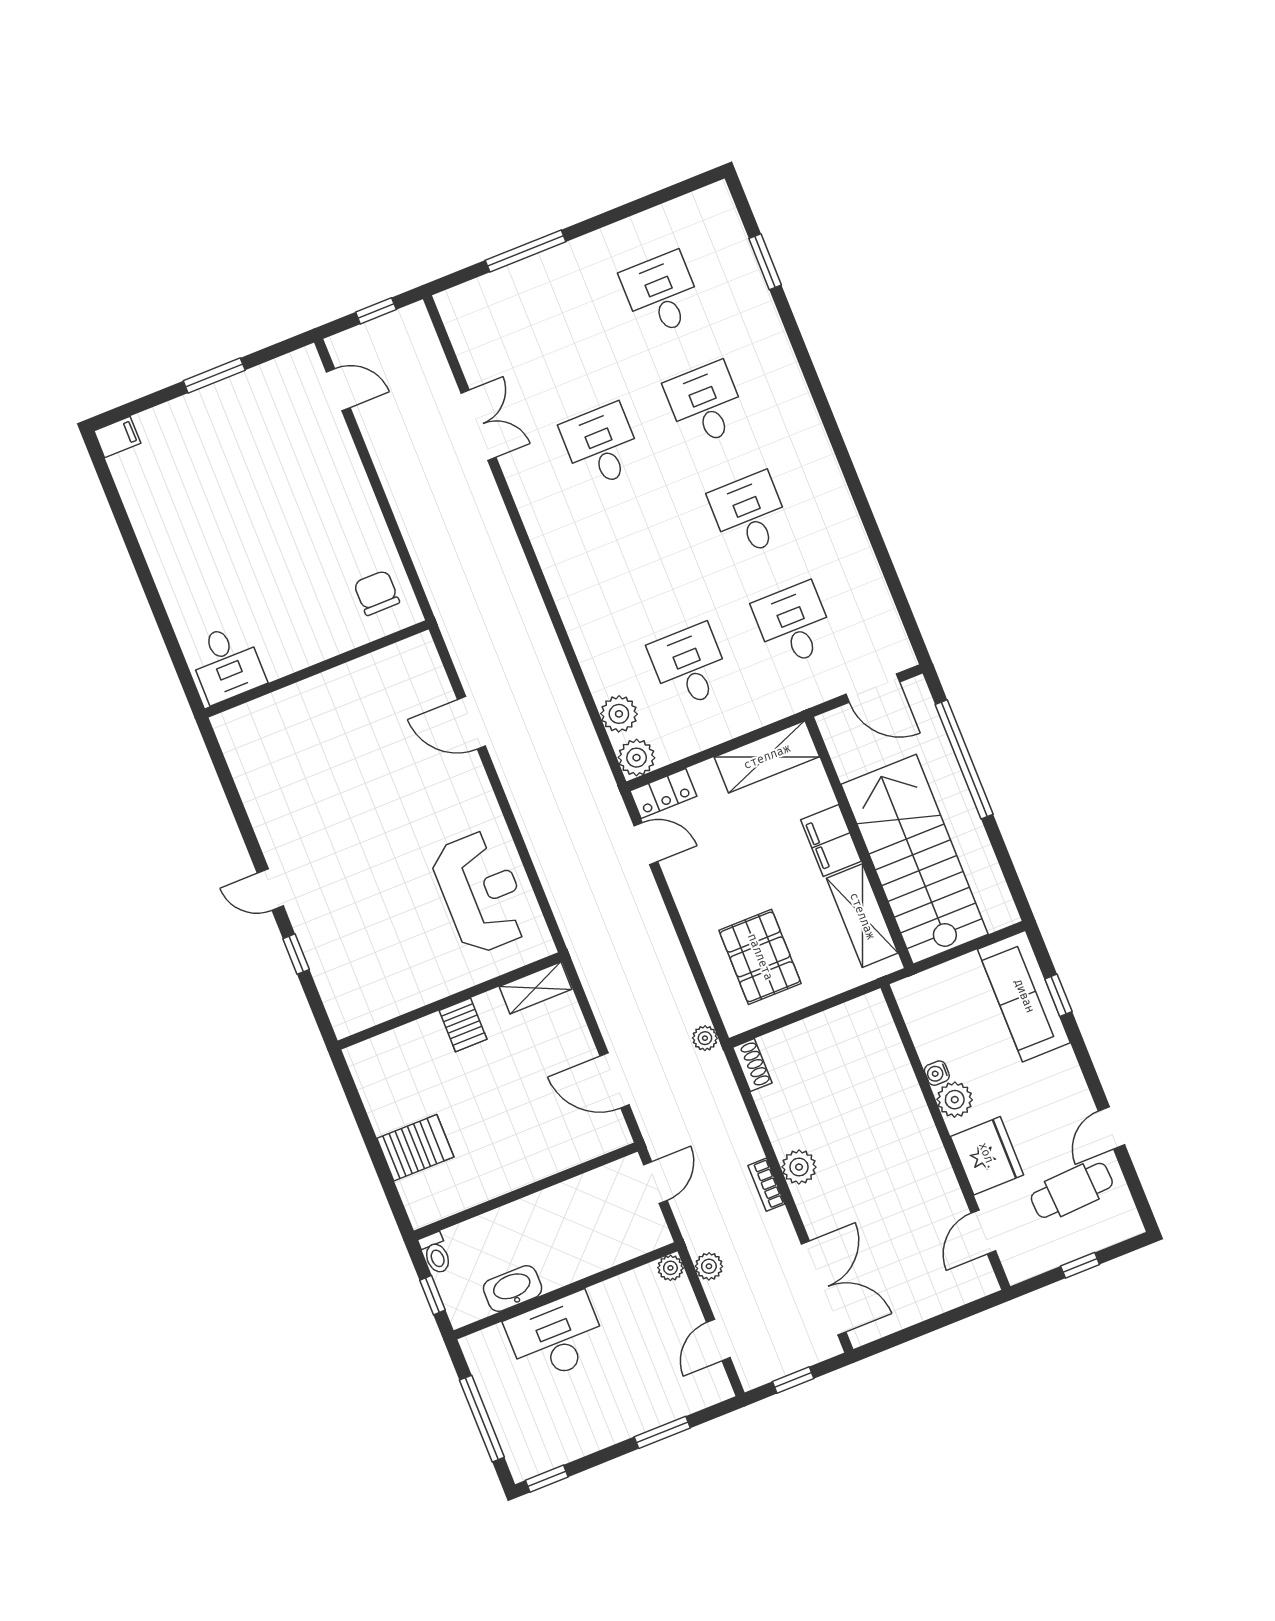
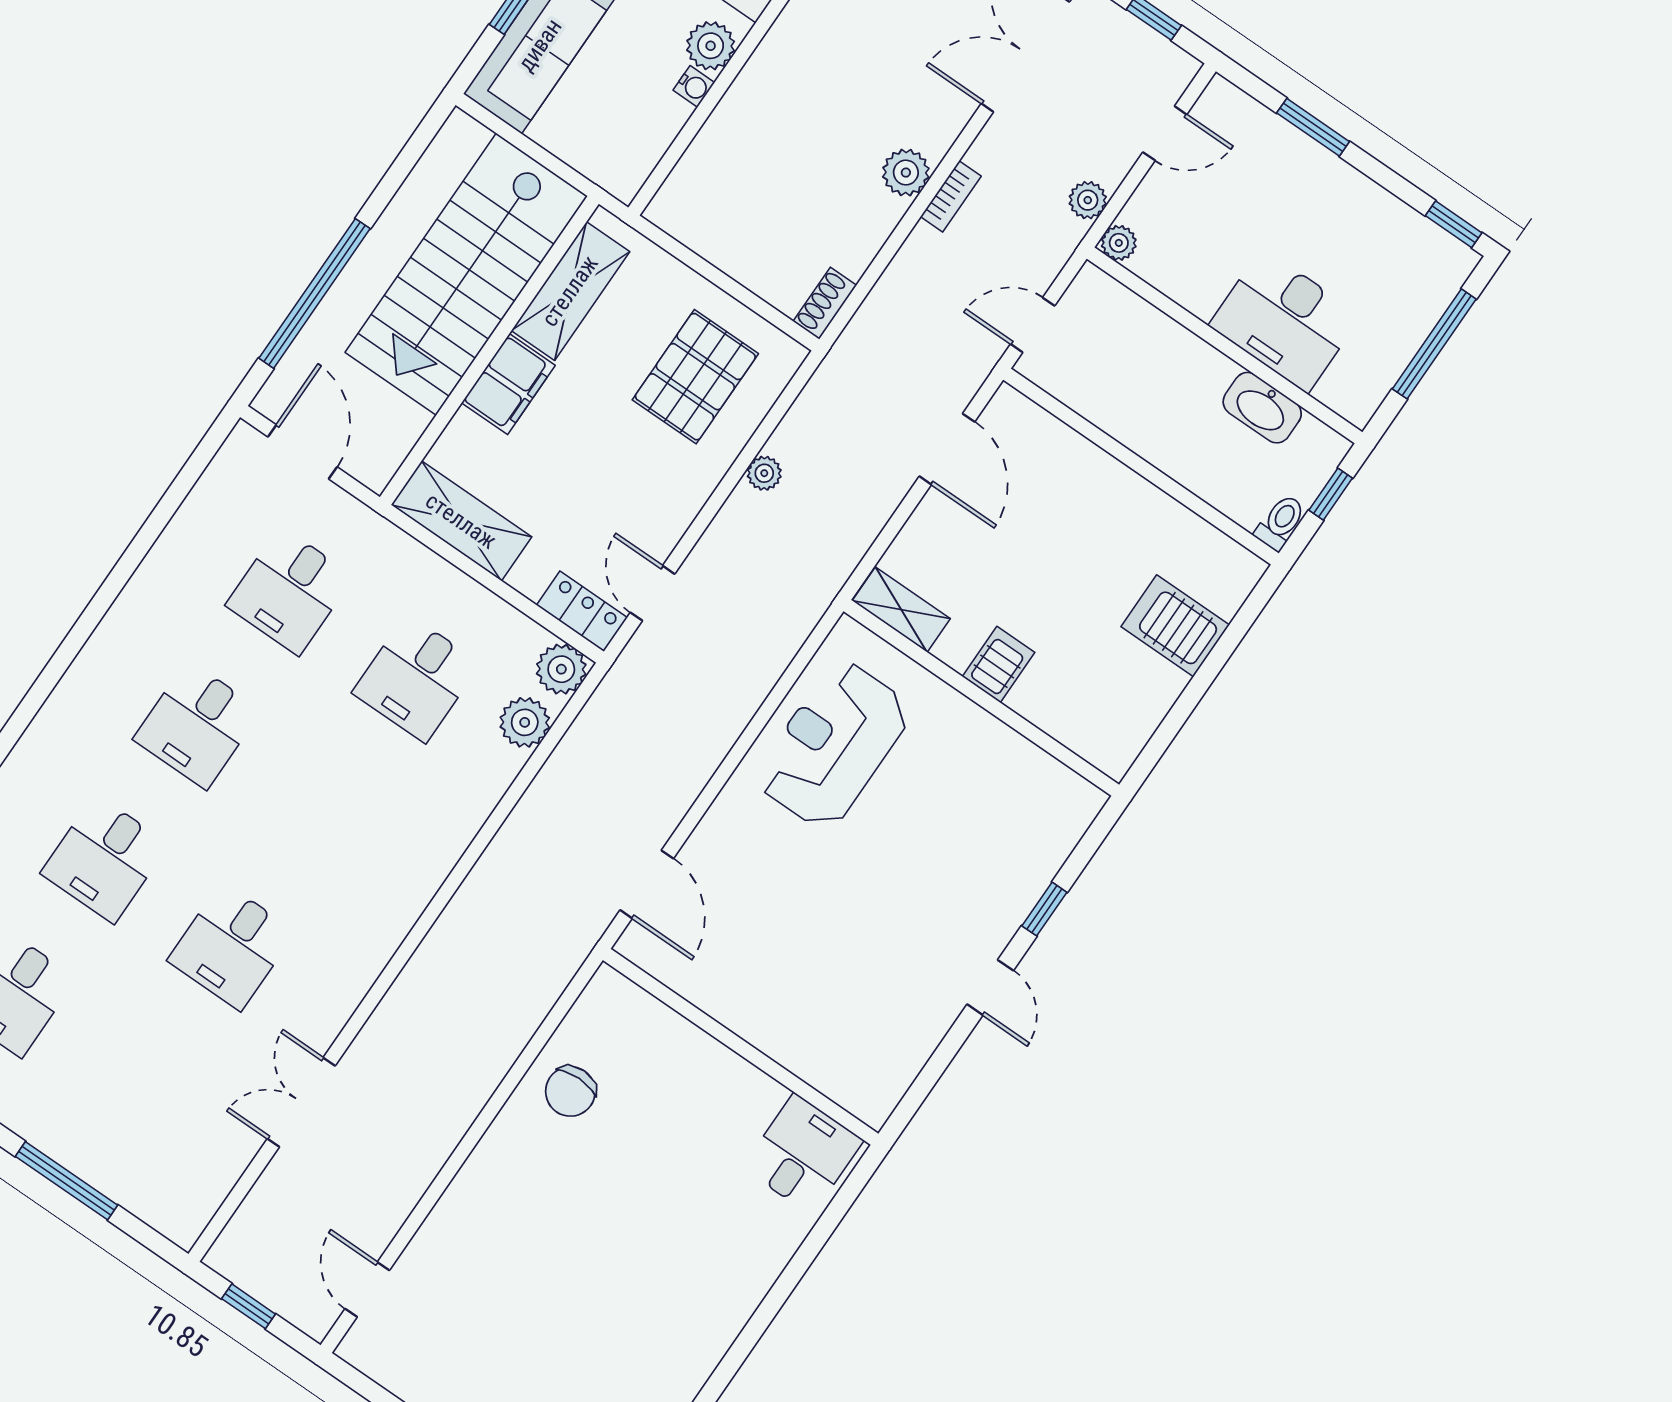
desk: (227, 663) -> (803, 1154), moved
wall: (317, 669) -> (741, 1047), moved
plant: (705, 1038) -> (764, 473), moved

